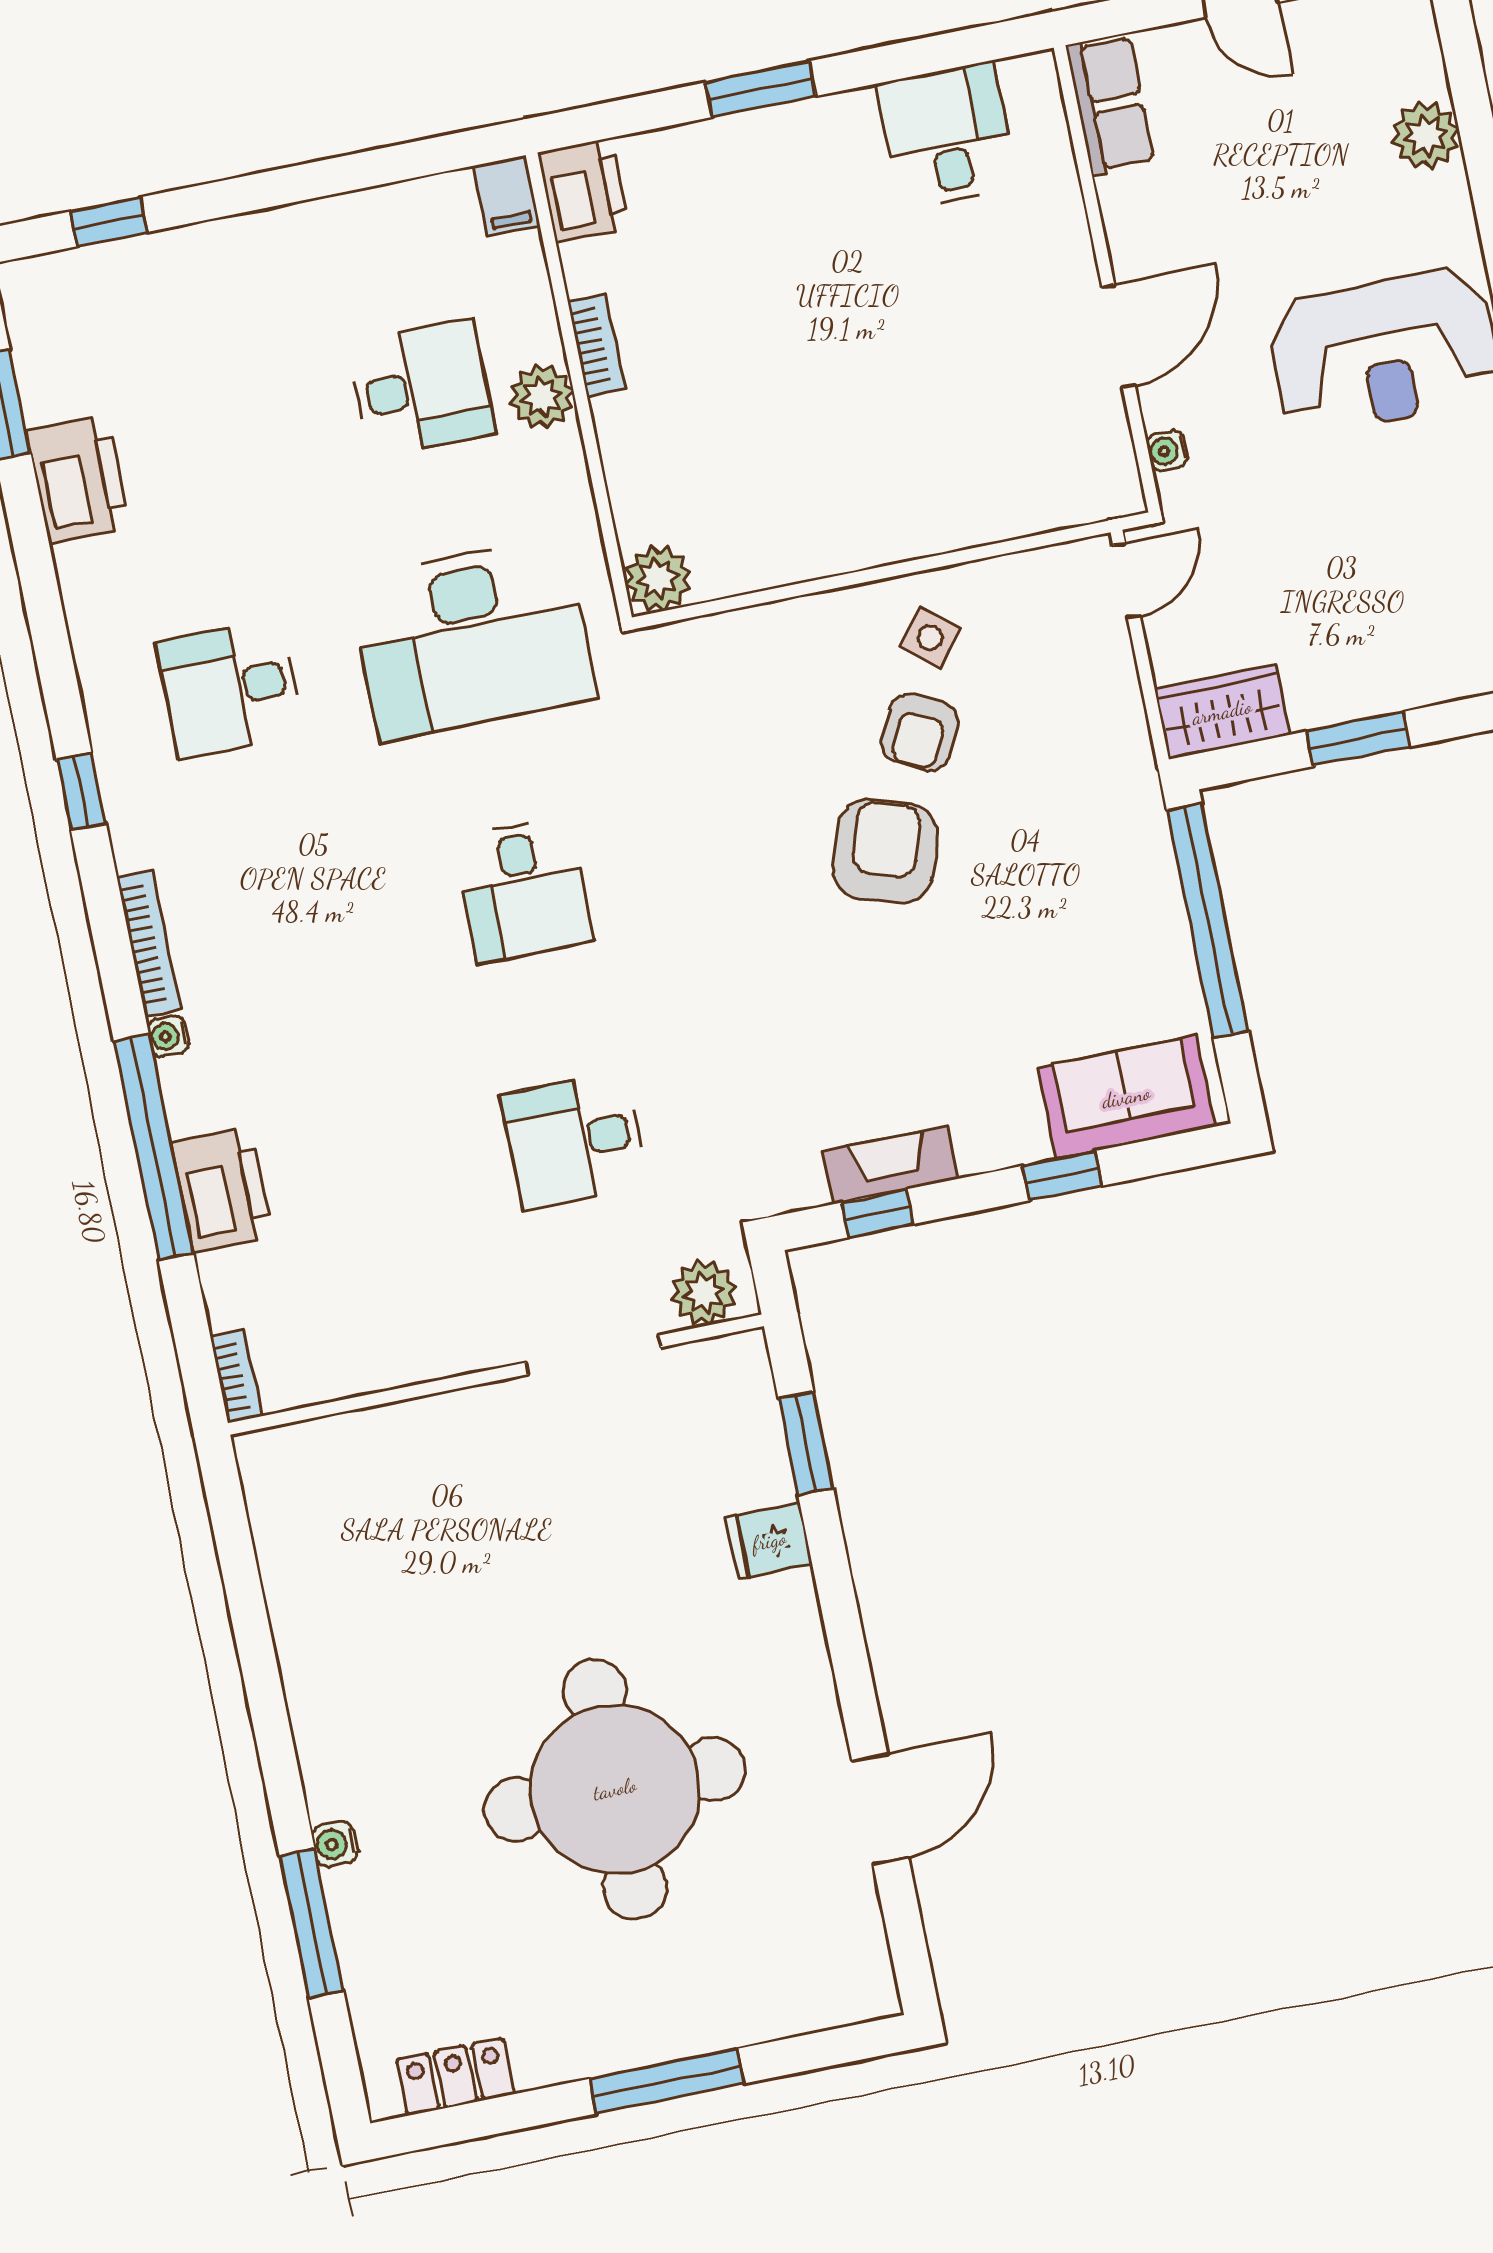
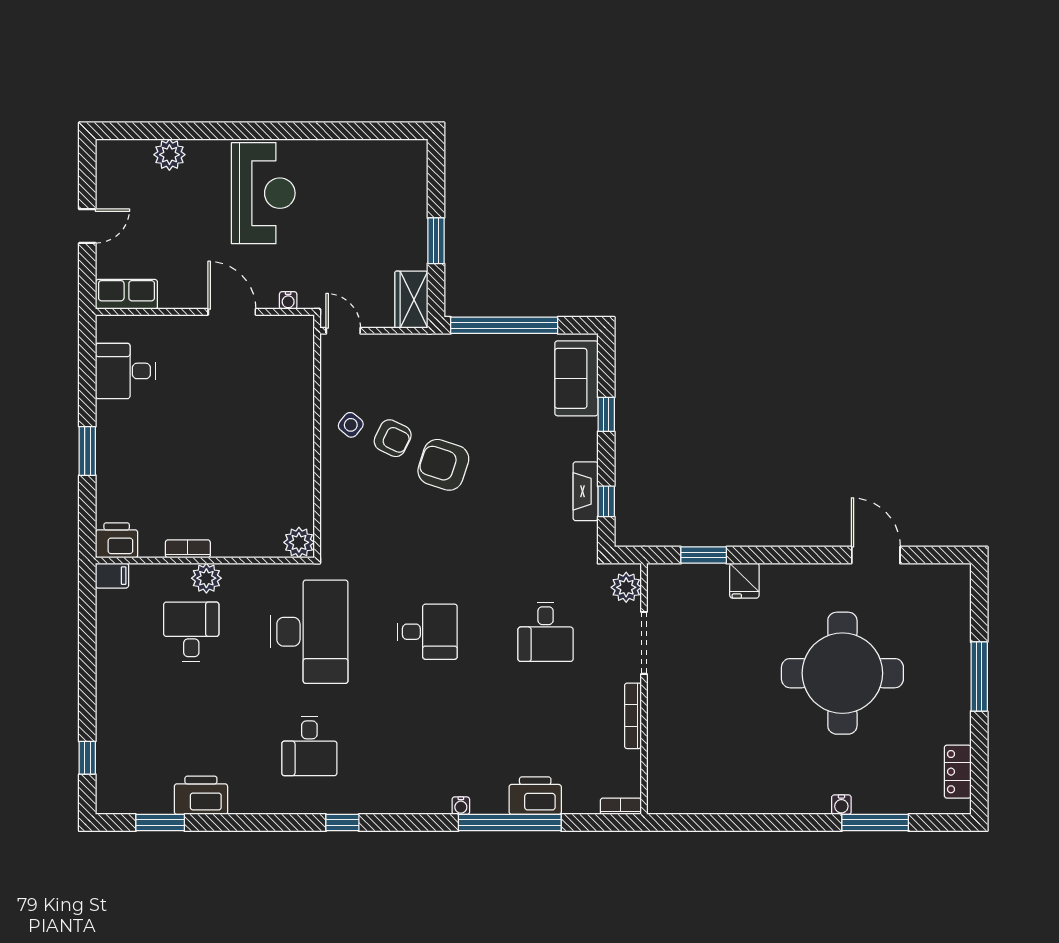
bookcase: (149, 943) -> (633, 716), moved, turned -90

